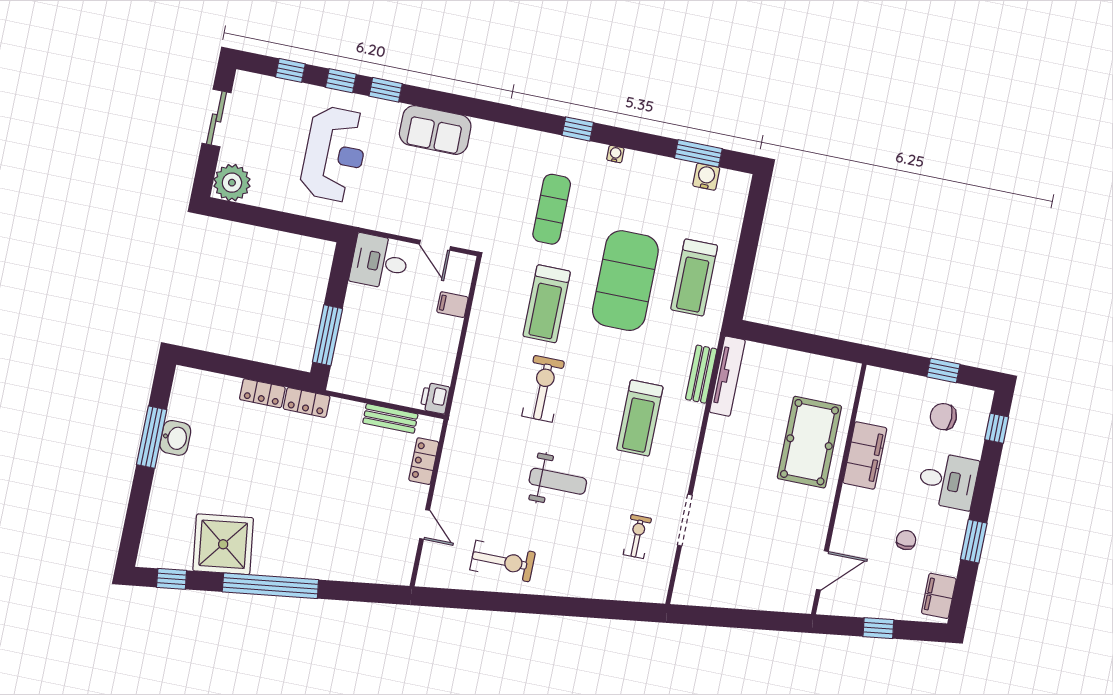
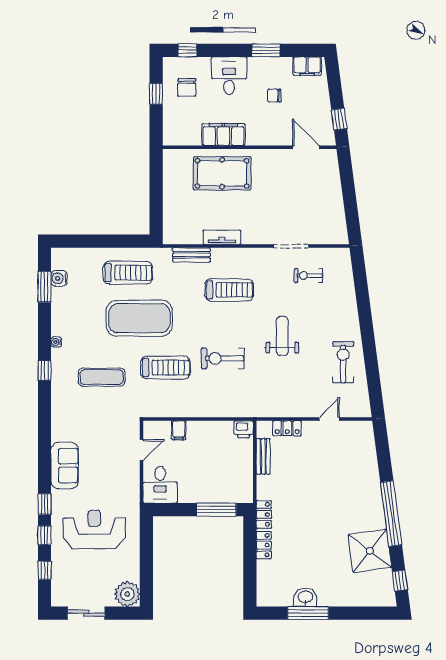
tv unit: (727, 376) -> (222, 237), moved, width x0.71
window: (878, 628) -> (339, 119), moved

